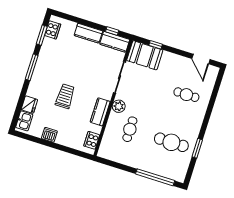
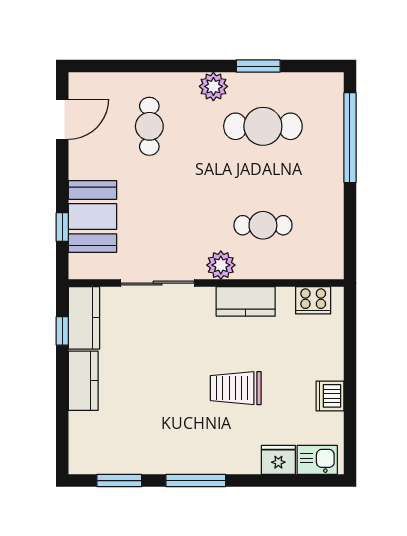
cooker: (53, 30) -> (100, 461), removed
booth: (145, 55) -> (93, 217), moved
plant: (195, 127) -> (213, 86), added
cafe table: (171, 142) -> (263, 126), turned 90

